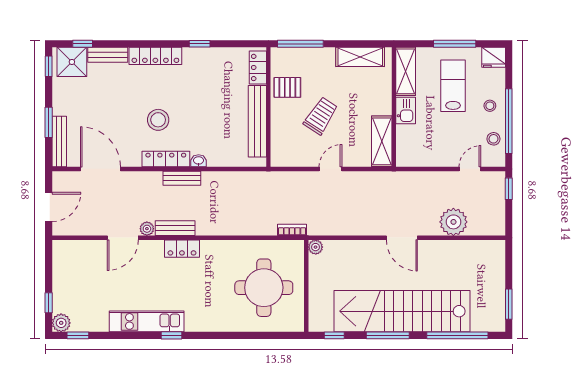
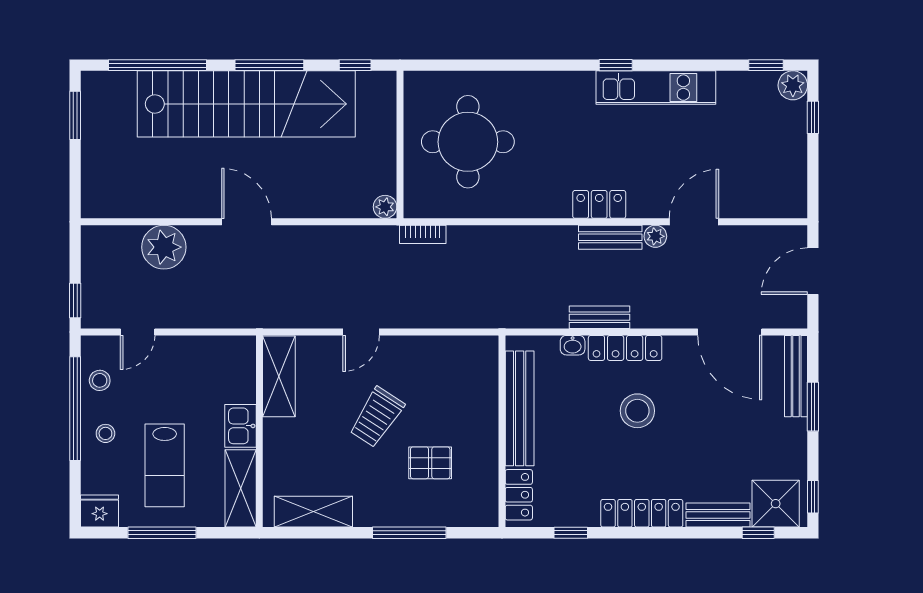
locker: (258, 67) -> (519, 495), moved
wall: (268, 107) -> (502, 431), moved
bench: (257, 121) -> (520, 408), moved

